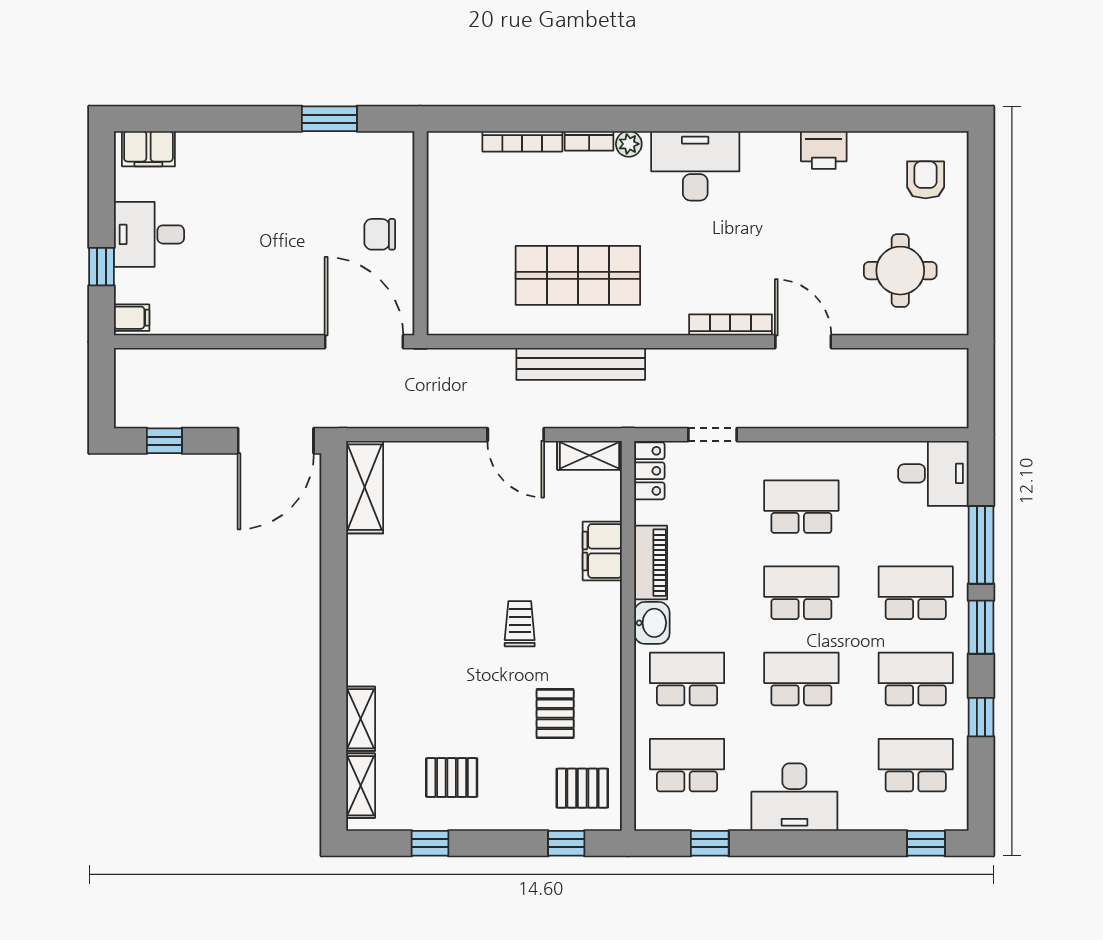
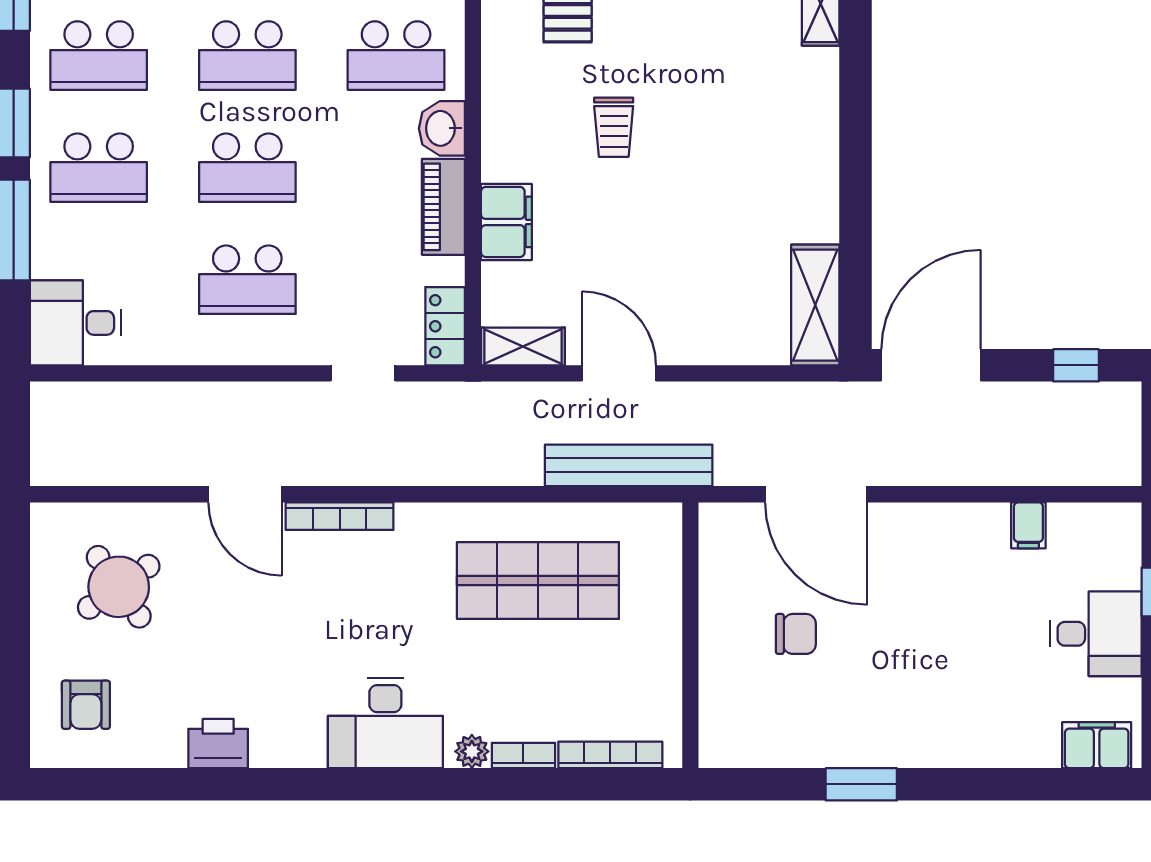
wall: (420, 233) -> (690, 635), moved
round table: (900, 271) -> (119, 587), turned -35
filing cabinet: (132, 318) -> (1028, 525), moved, turned -90
bench: (581, 364) -> (629, 465), moved

